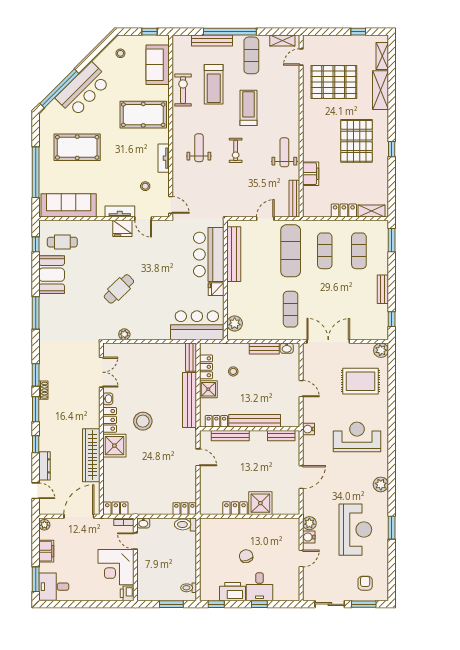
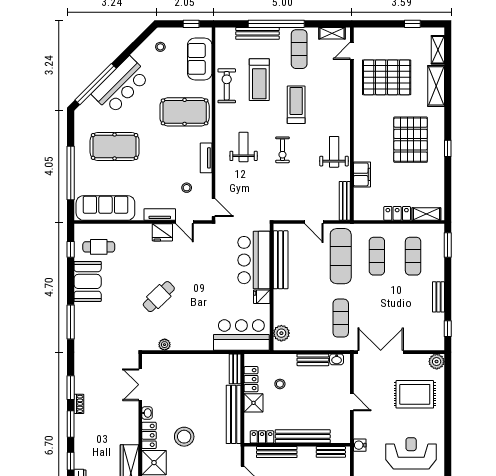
door: (265, 219) -> (314, 222), swing flipped
double door: (101, 372) -> (140, 385), swing flipped

